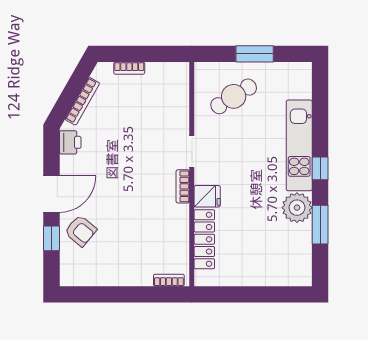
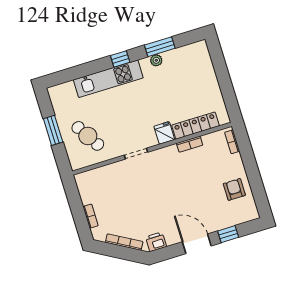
bookcase: (183, 186) -> (190, 144), moved
plant: (297, 208) -> (156, 60), width x0.53, depth x0.53
armchair: (81, 231) -> (234, 189), moved, turned -40

